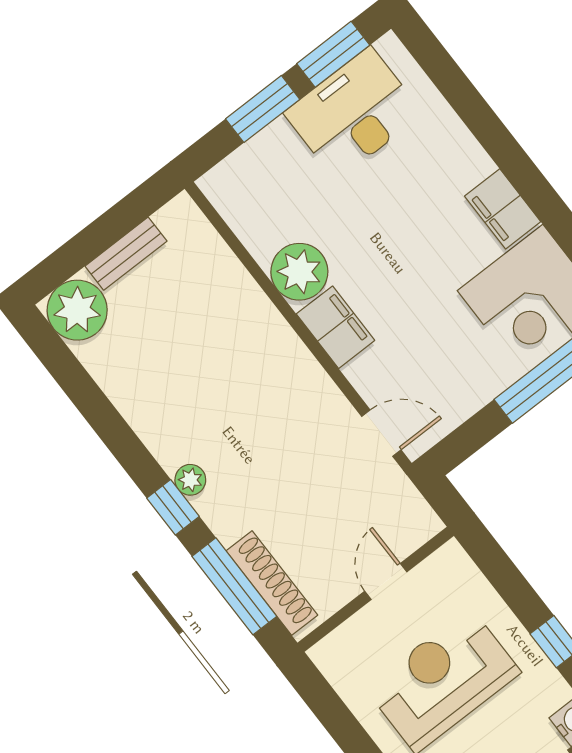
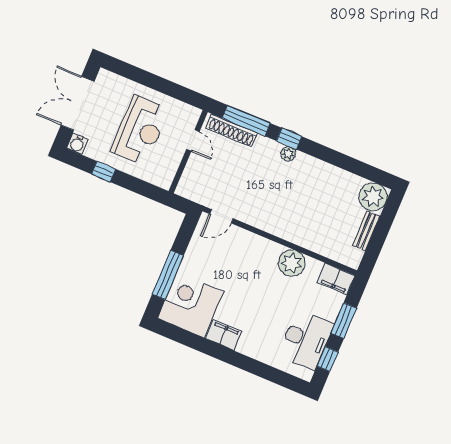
window: (333, 54) -> (328, 359), width x0.67
filing cabinet: (336, 327) -> (336, 279), moved
door: (386, 581) -> (193, 140), moved

